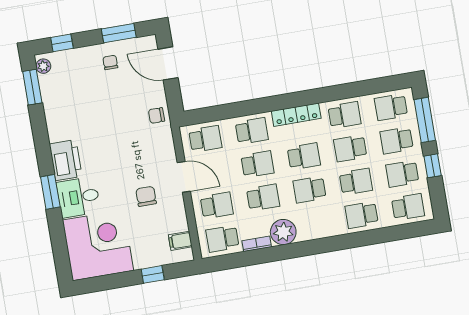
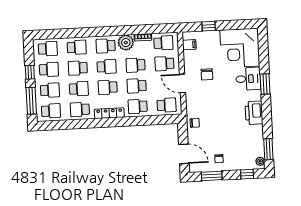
school desk: (205, 139) -> (167, 105), turned 180
printer: (66, 160) -> (254, 113), moved
school desk: (408, 207) -> (48, 49), turned 180
school desk: (315, 223) -> (106, 46), added

